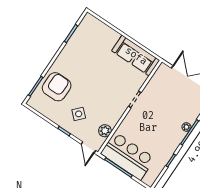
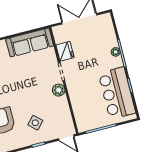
fridge: (153, 88) -> (65, 51), added
plant: (105, 131) -> (59, 90), moved
bar counter: (128, 156) -> (117, 93), moved, turned -90

